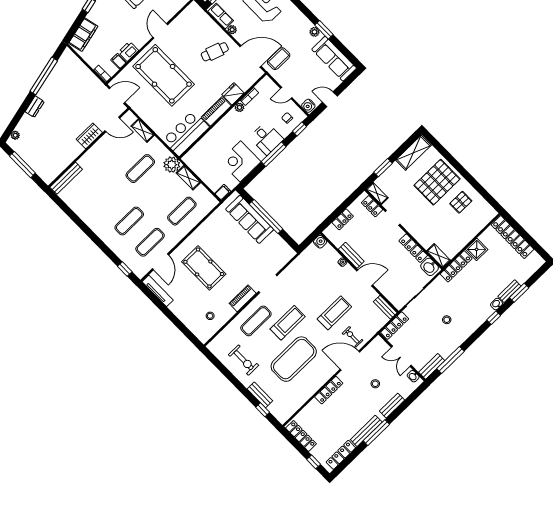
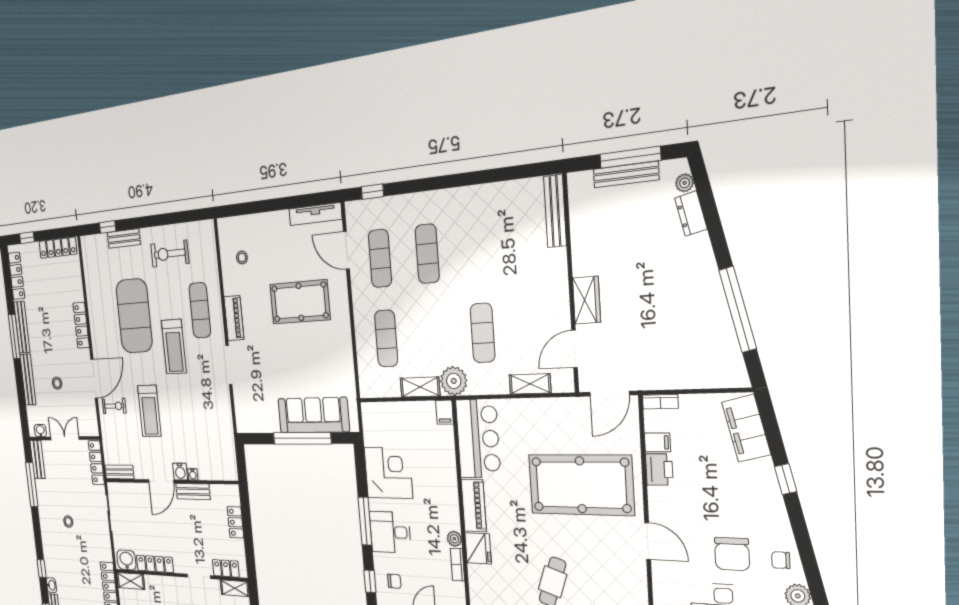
dresser: (35, 107) -> (691, 213), moved
bench: (30, 161) -> (626, 175), added
filing cabinet: (223, 192) -> (444, 412), moved
water cooler: (320, 242) -> (180, 471), moved
bench: (392, 406) -> (28, 380), width x1.36

